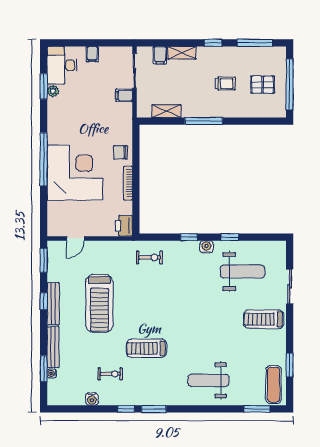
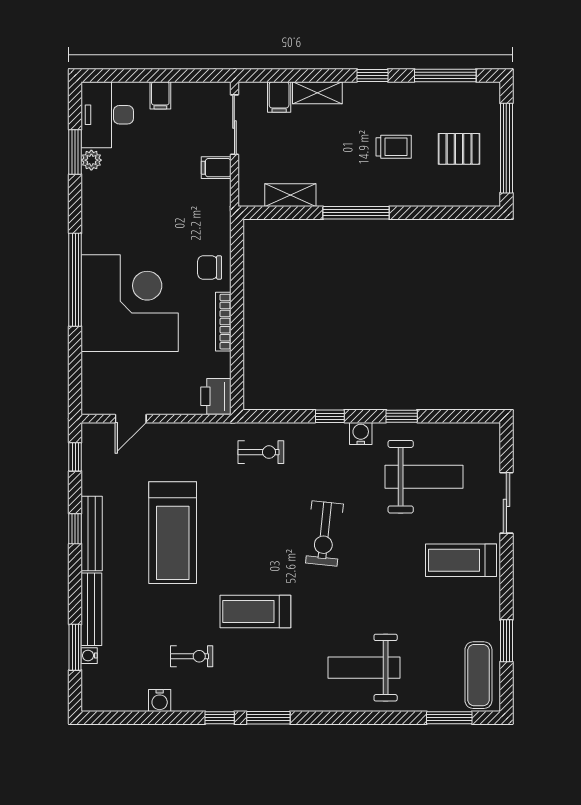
window: (44, 260) -> (75, 457), width x0.67
exercise bike: (186, 304) -> (324, 533), added

